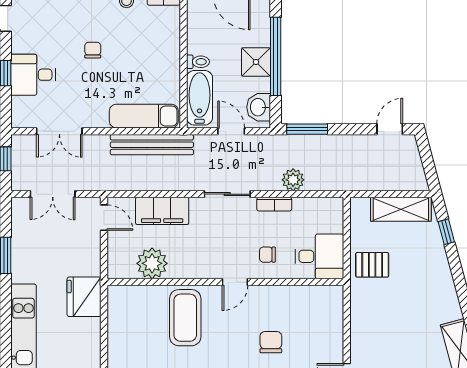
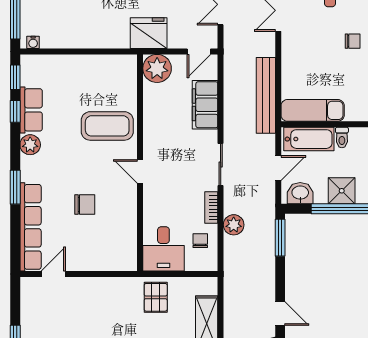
exam couch: (144, 116) -> (313, 110), moved, turned -90
chair: (267, 255) -> (200, 241), moved
plant: (152, 263) -> (157, 68), moved
fridge: (84, 297) -> (149, 33), moved

